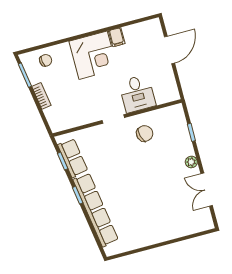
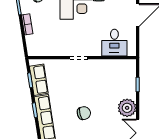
desk: (137, 94) -> (114, 43), moved
chair: (145, 134) -> (84, 113), moved
plant: (191, 162) -> (127, 108), width x1.88, depth x1.88

